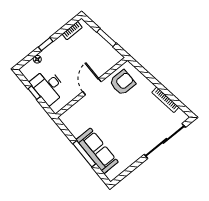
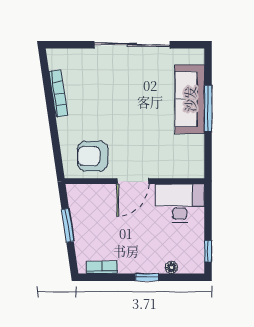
desk: (48, 87) -> (180, 203), moved, turned -90
window: (34, 93) -> (208, 251), moved
sliding door: (165, 141) -> (132, 45), moved

